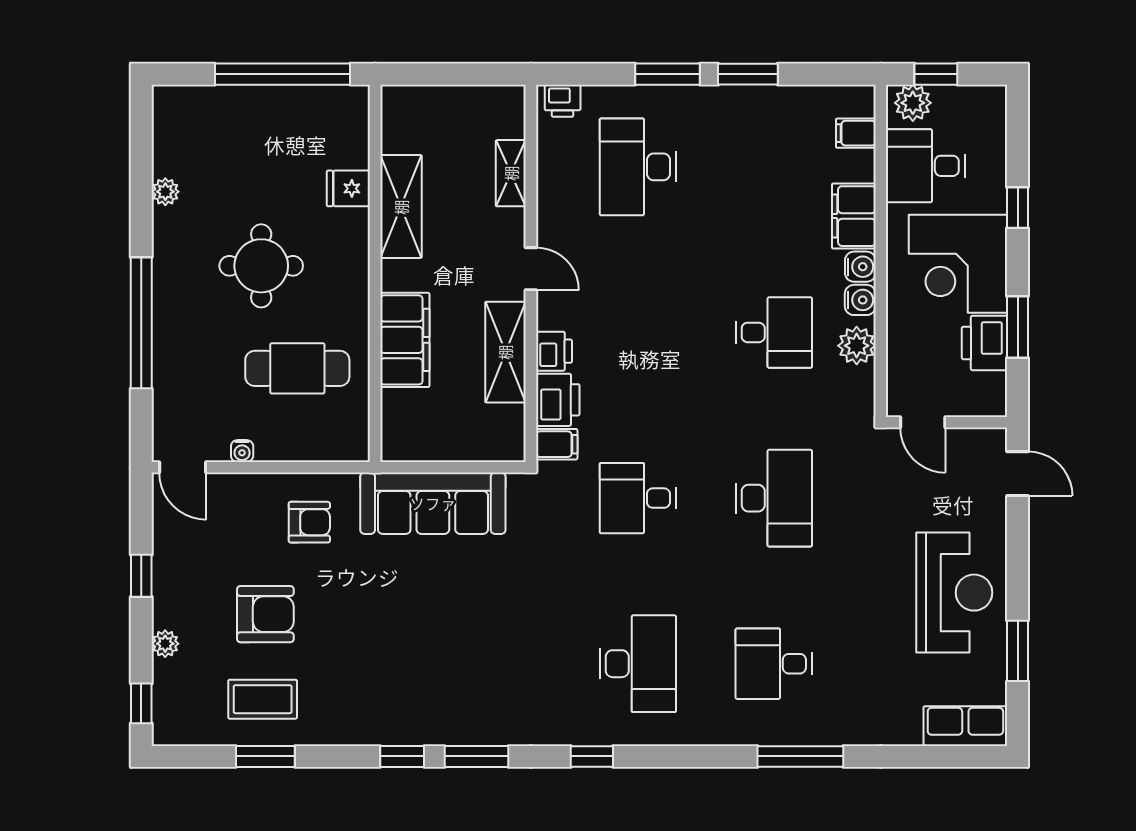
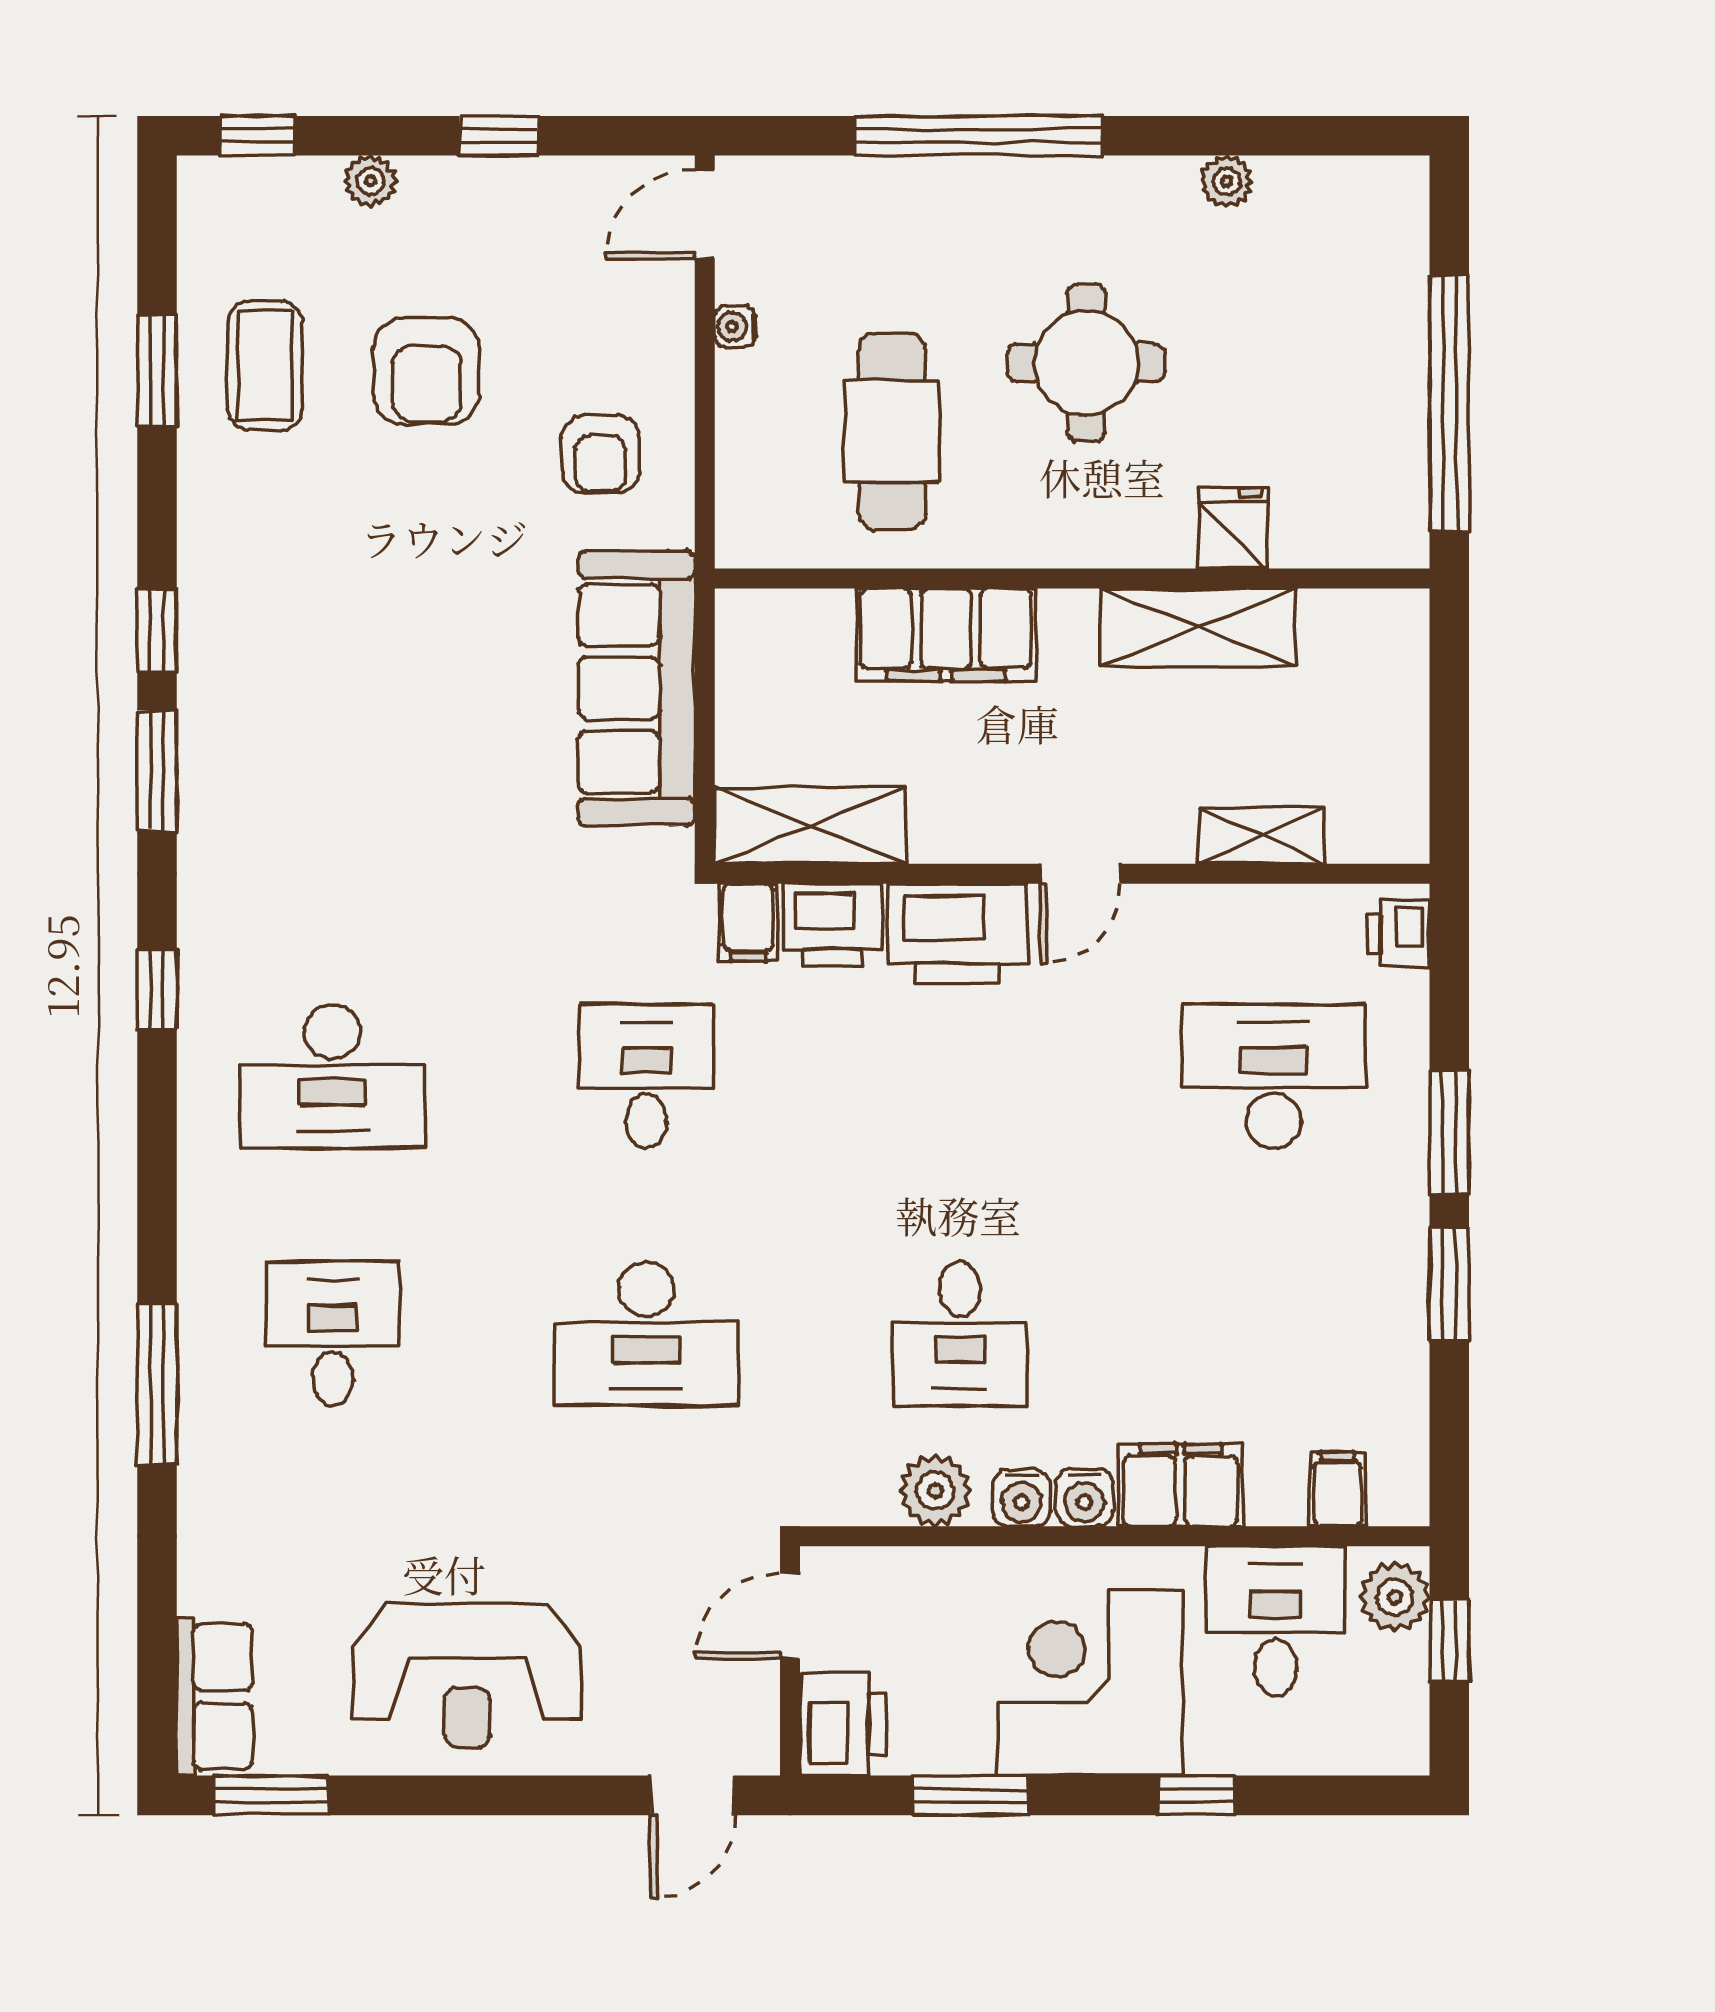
printer: (985, 343) -> (843, 1724), moved, turned 90
printer: (554, 351) -> (957, 934), width x1.87, depth x1.48
shelving: (505, 352) -> (810, 826), moved
window: (1018, 651) -> (271, 1795), moved

